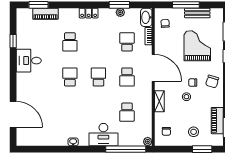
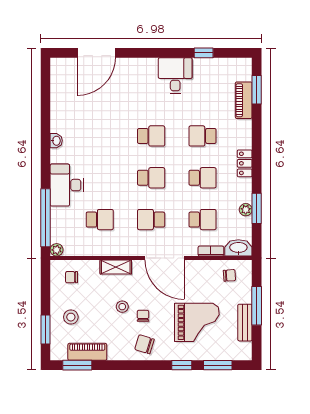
school desk: (98, 42) -> (203, 178), added
door: (153, 68) -> (165, 258), hinge flipped
school desk: (127, 112) -> (100, 220), turned 180

